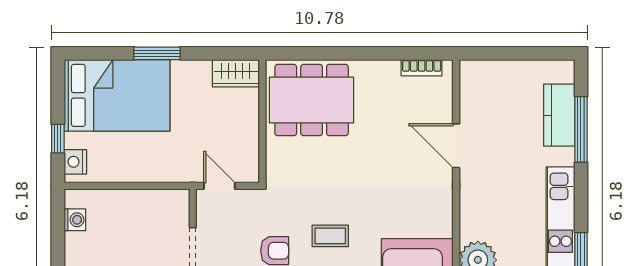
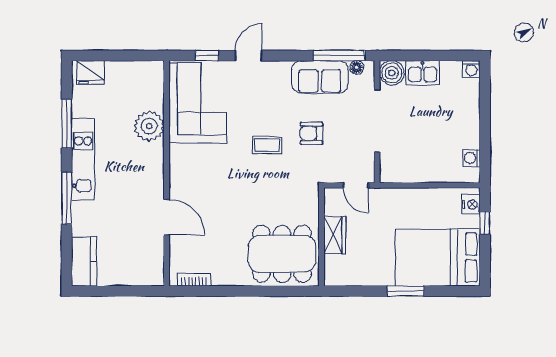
wardrobe: (236, 73) -> (335, 235), moved, turned 90
kitchen counter: (559, 115) -> (84, 261), moved
window: (581, 129) -> (67, 198), moved

